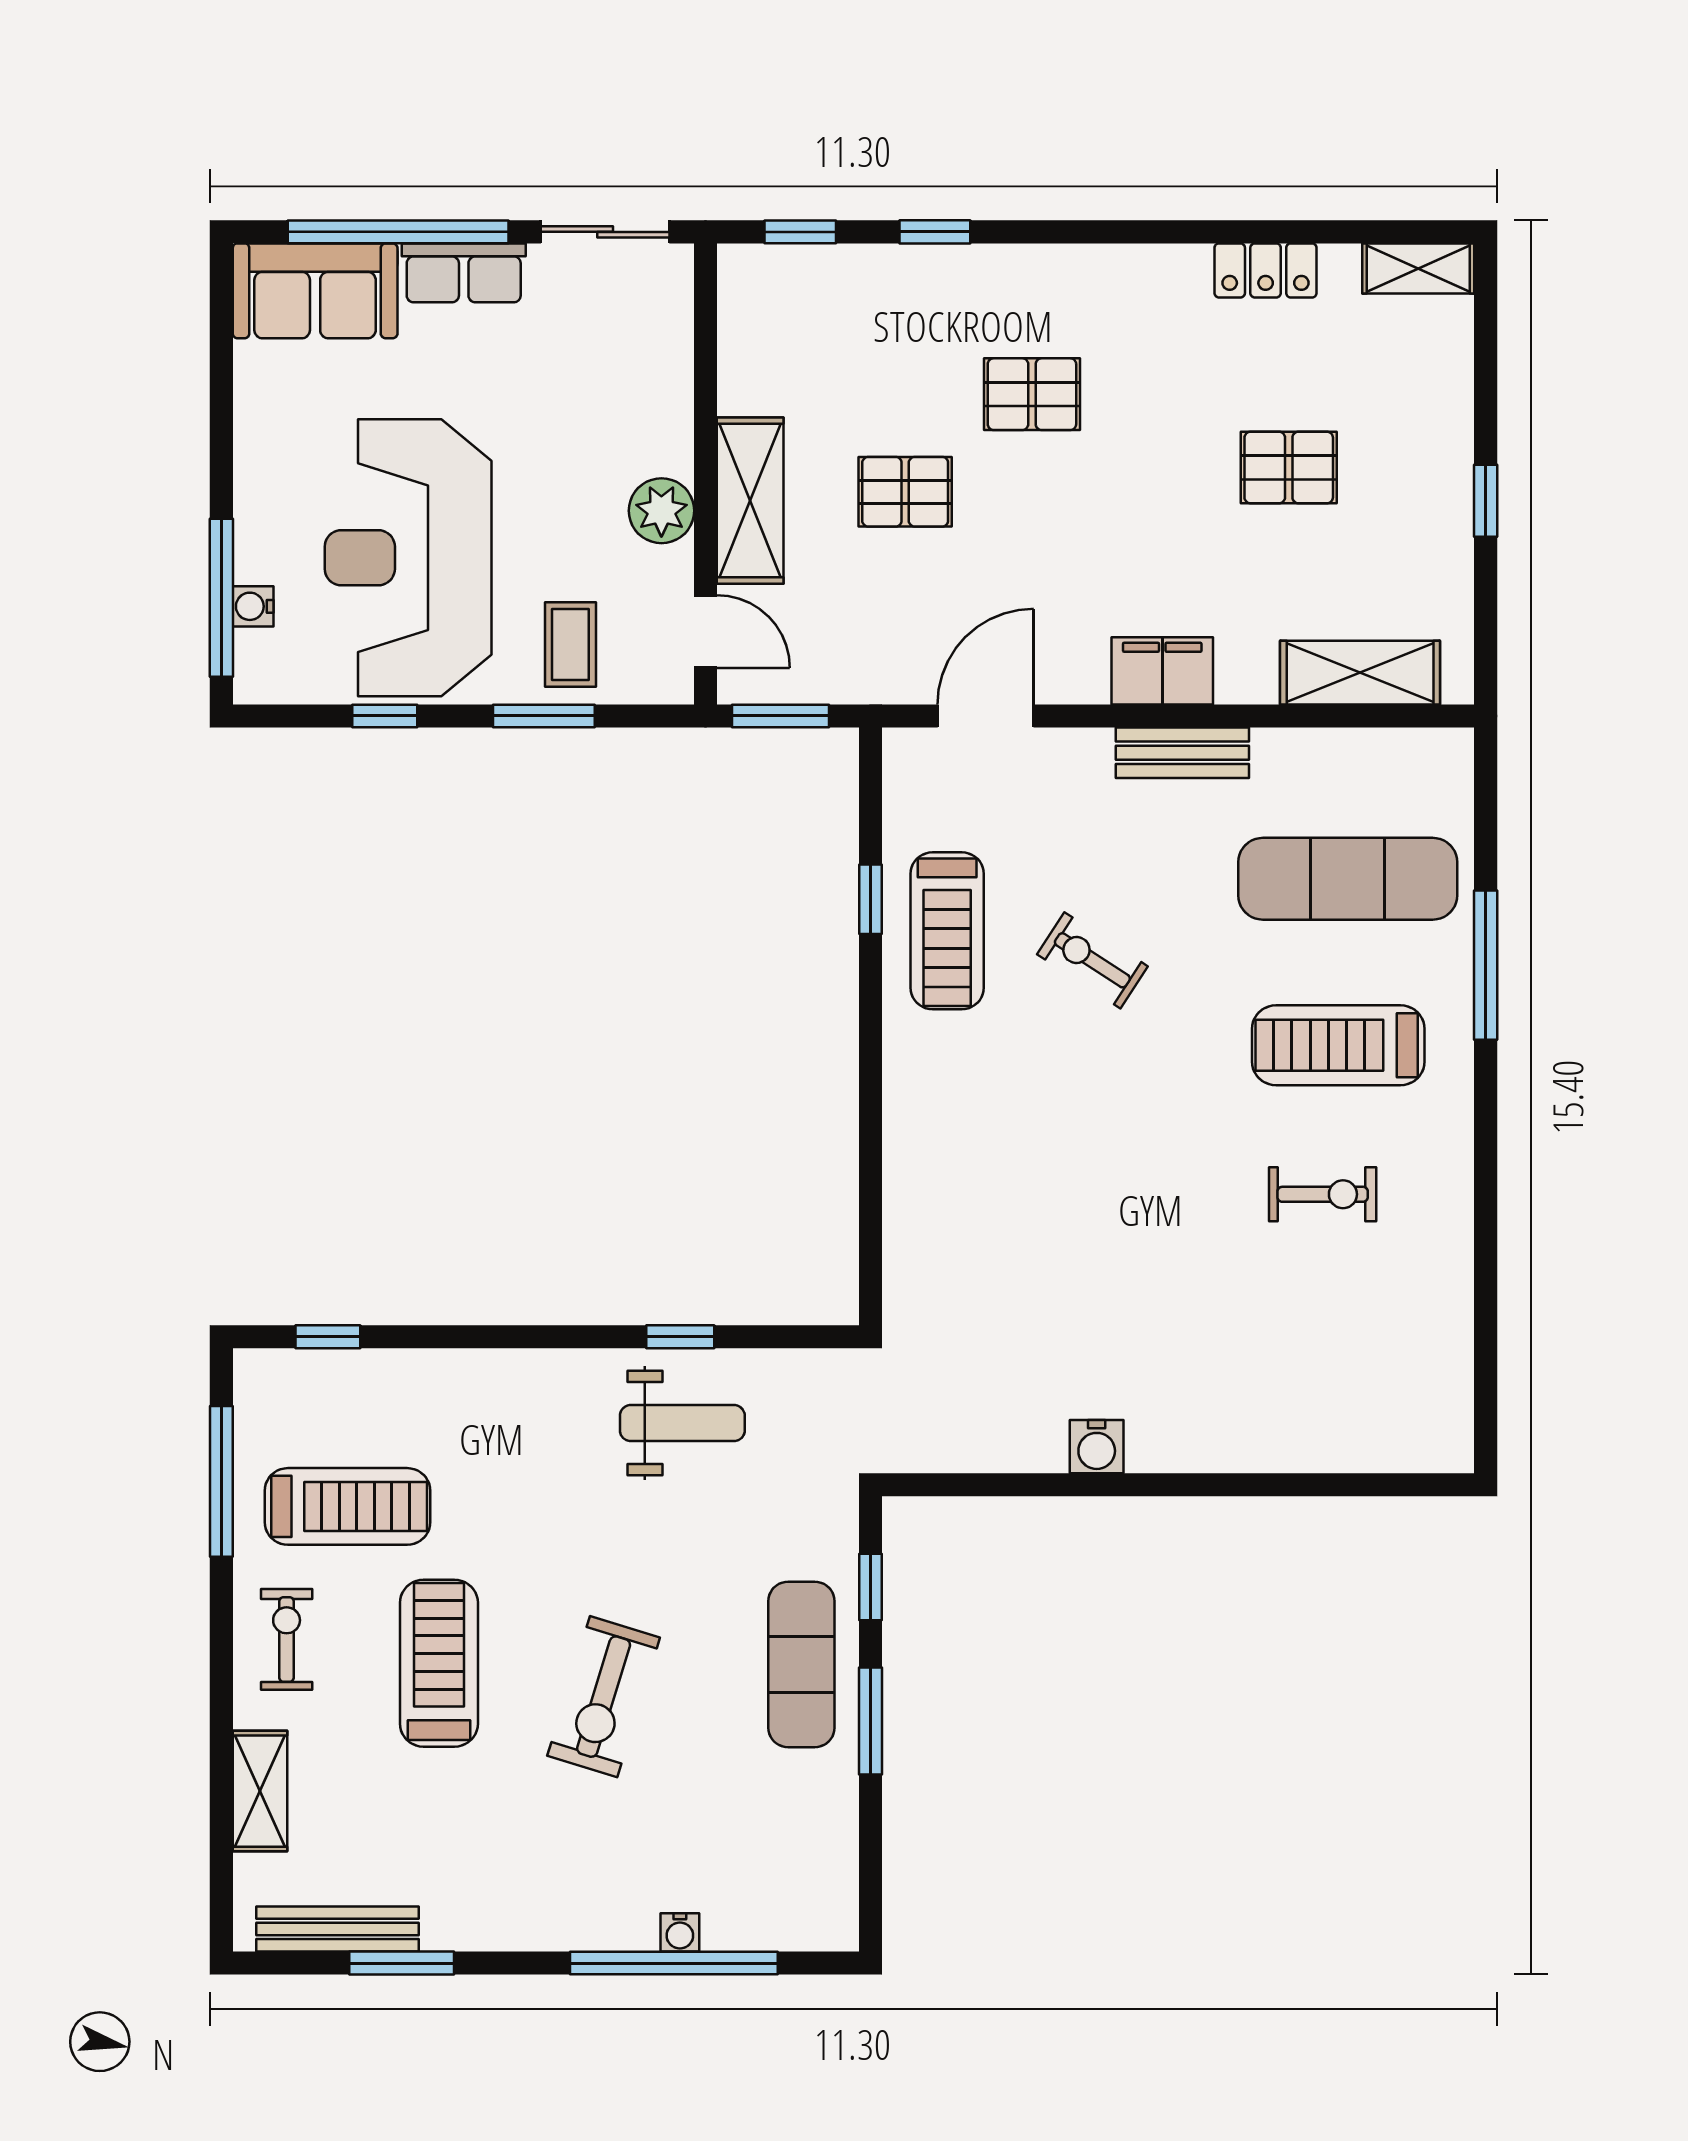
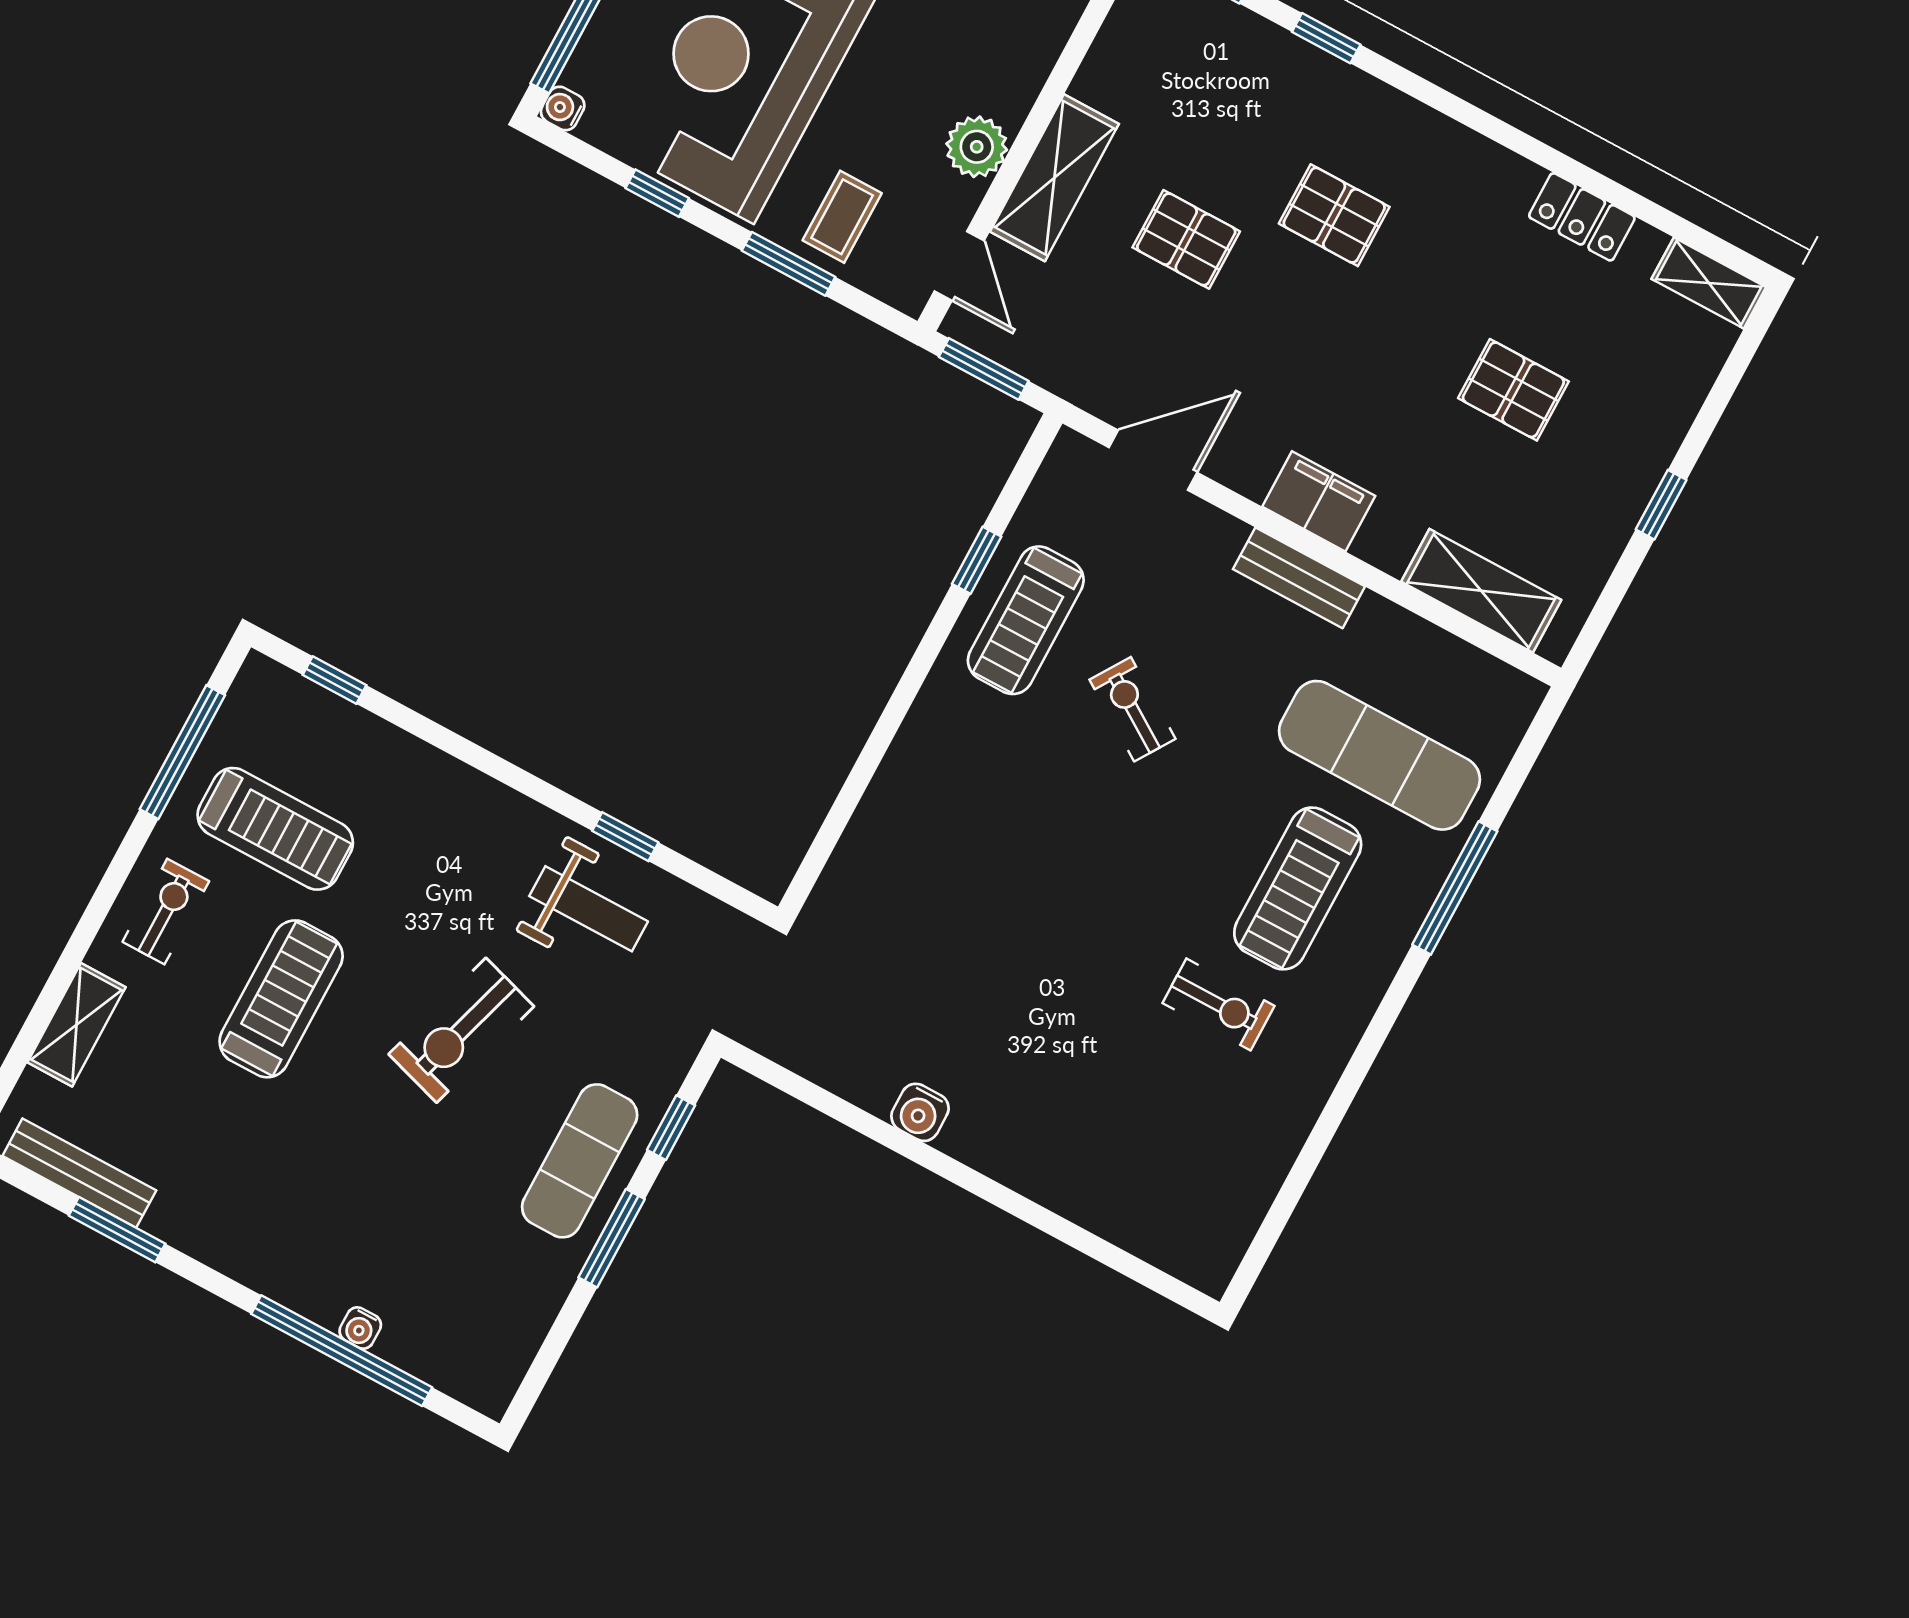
water cooler: (253, 606) -> (563, 108), moved
treadmill: (1338, 1045) -> (1298, 888), turned -90
exercise bike: (604, 1697) -> (461, 1030), moved

